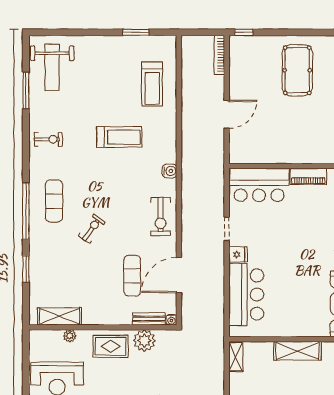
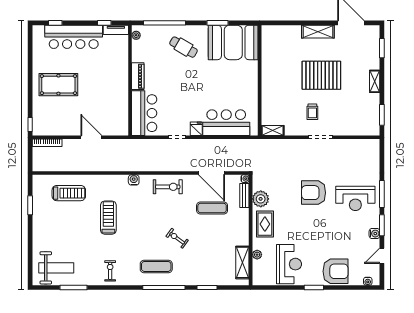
shelving: (297, 351) -> (268, 84), removed

